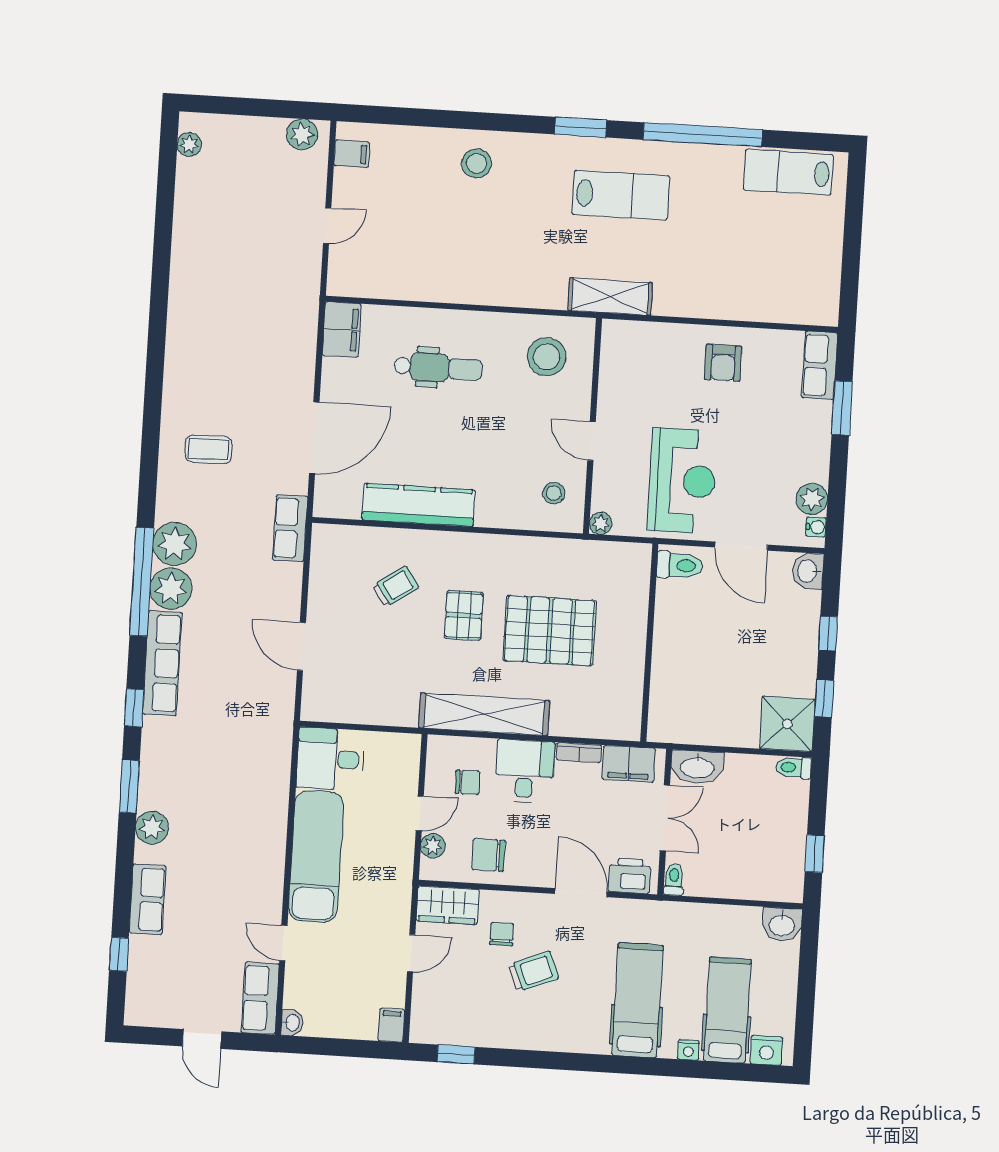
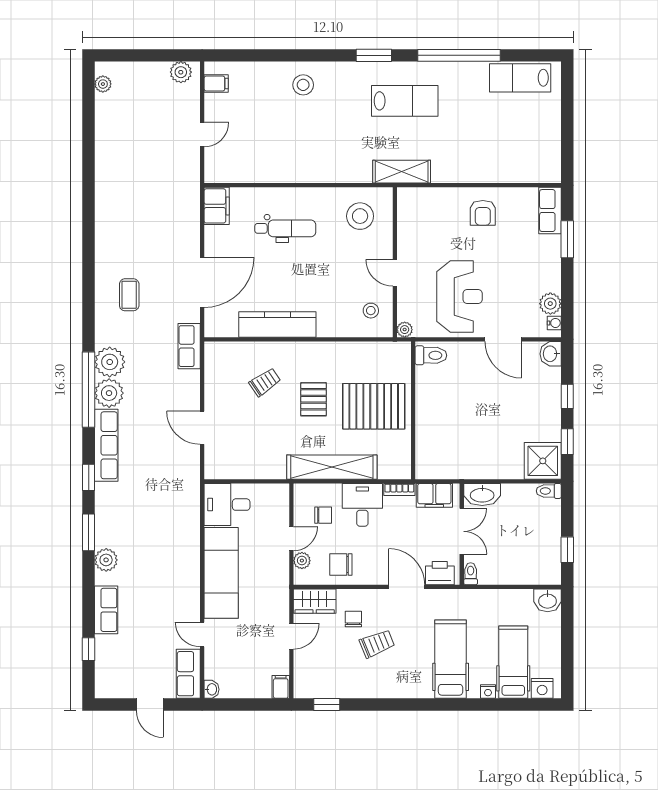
coffee table: (208, 449) -> (129, 295), turned 90
toilet: (680, 565) -> (431, 355), moved
wall: (649, 643) -> (413, 410), moved

